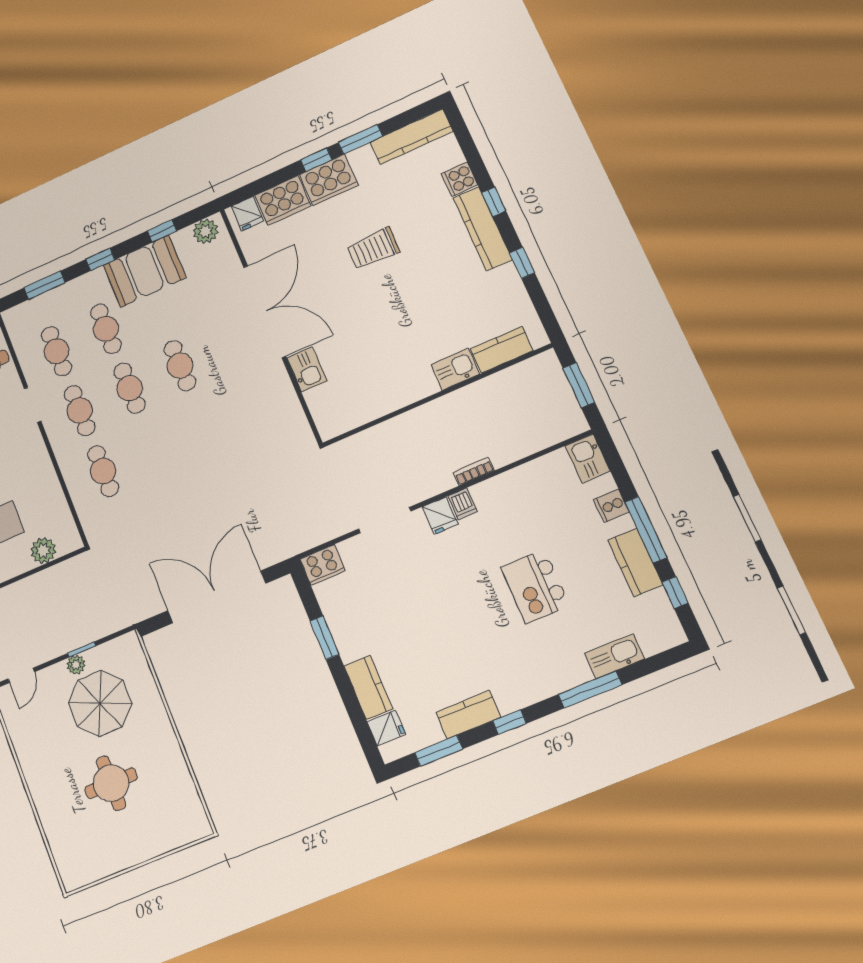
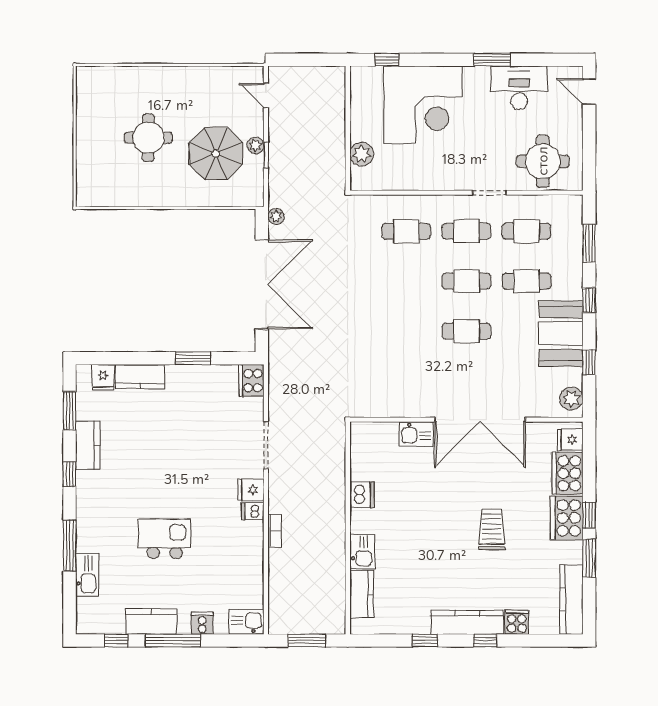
dishwasher: (395, 396) -> (362, 495), added
plant: (140, 612) -> (276, 217), added

